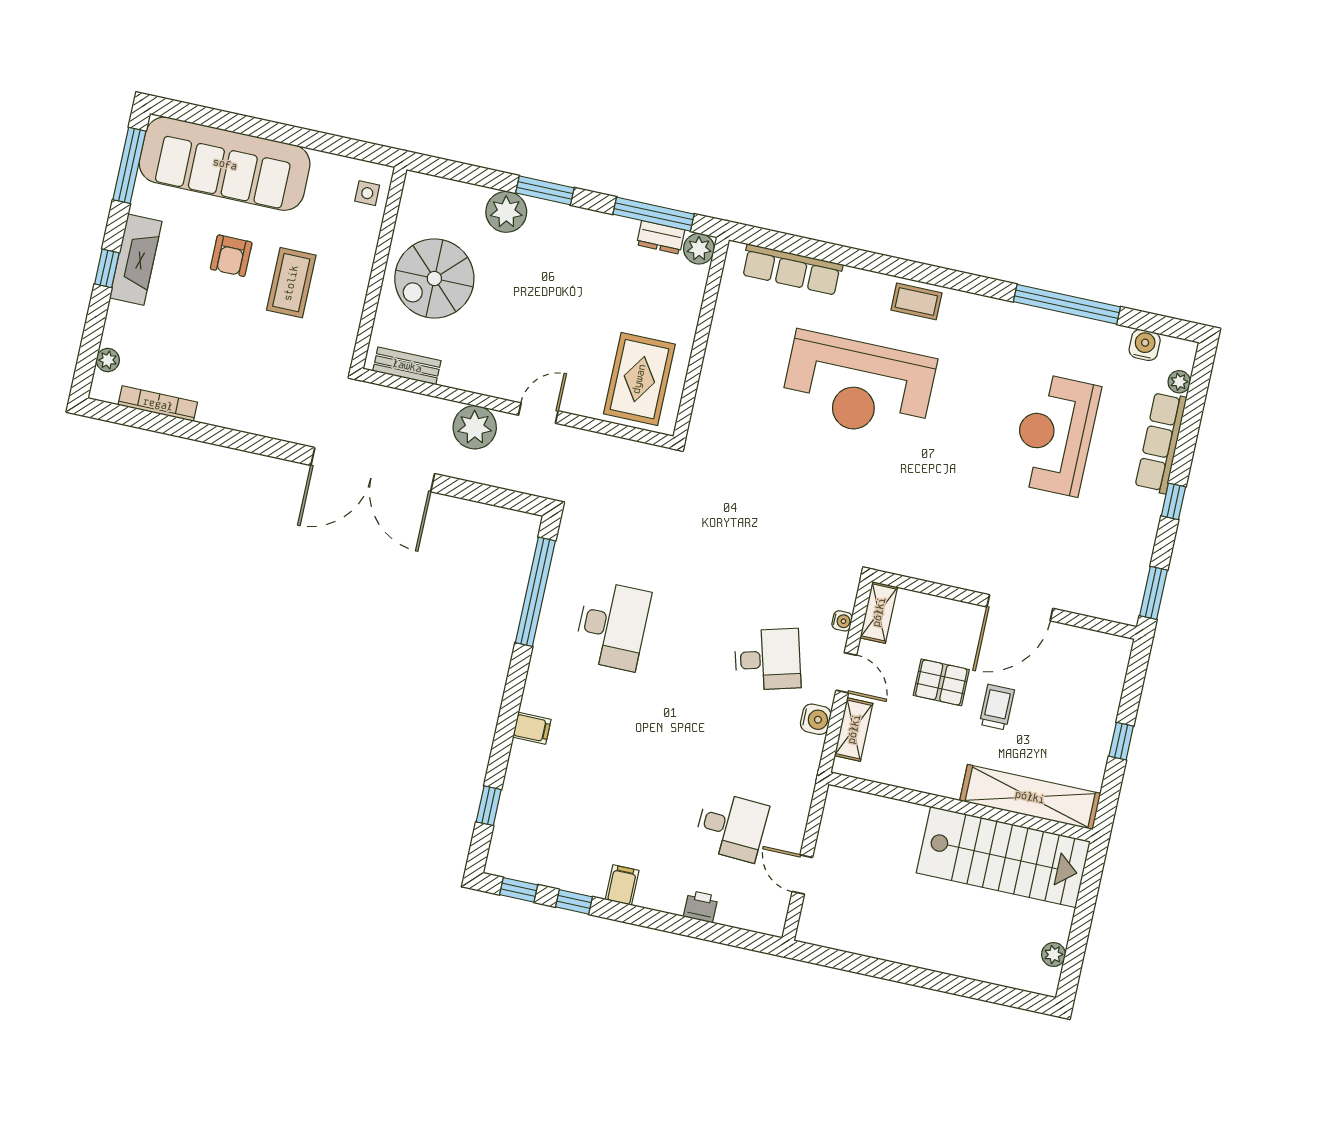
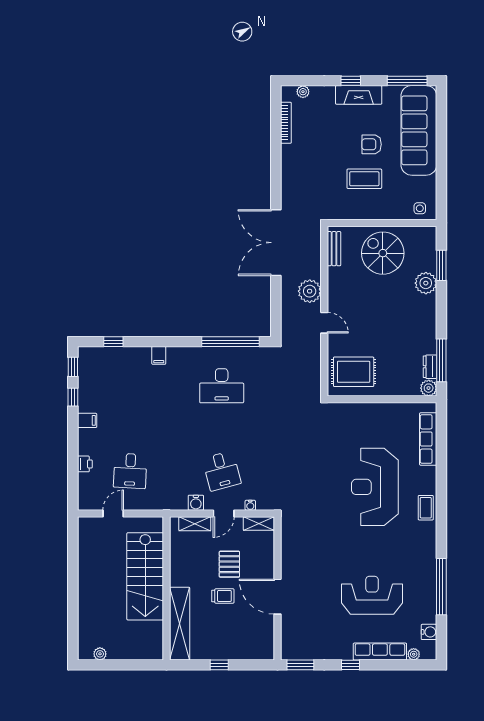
window: (545, 190) -> (441, 265), moved
stairs: (1003, 857) -> (145, 576), moved

